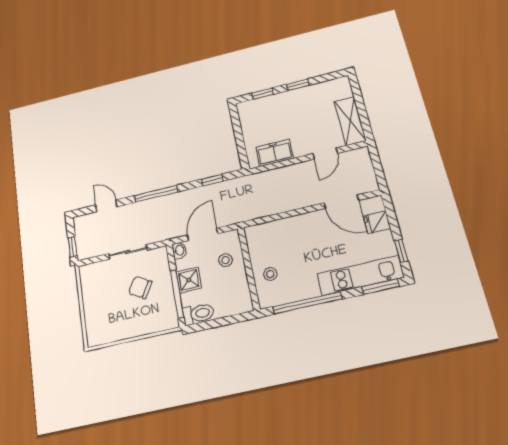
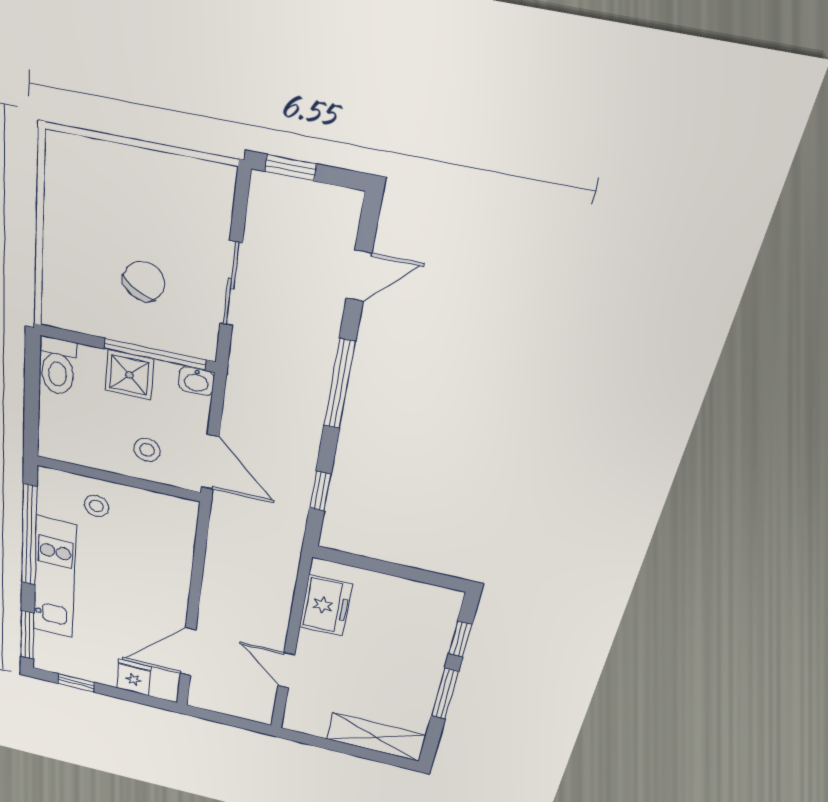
window: (298, 85) -> (445, 694), width x1.50
shelving: (350, 121) -> (376, 737), moved
door: (203, 234) -> (210, 462), moved
kitchen unit: (360, 275) -> (55, 578), moved
window: (177, 294) -> (155, 354), moved

